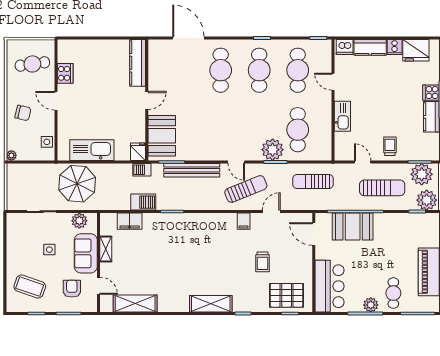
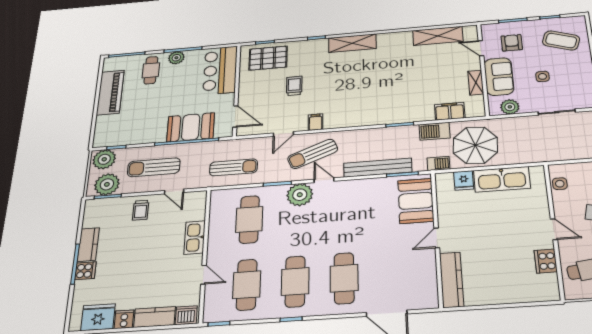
plant: (273, 150) -> (300, 195), moved
fridge: (138, 152) -> (464, 180), moved
parasol: (77, 184) -> (475, 145), moved
armchair: (72, 289) -> (512, 43), turned 180

